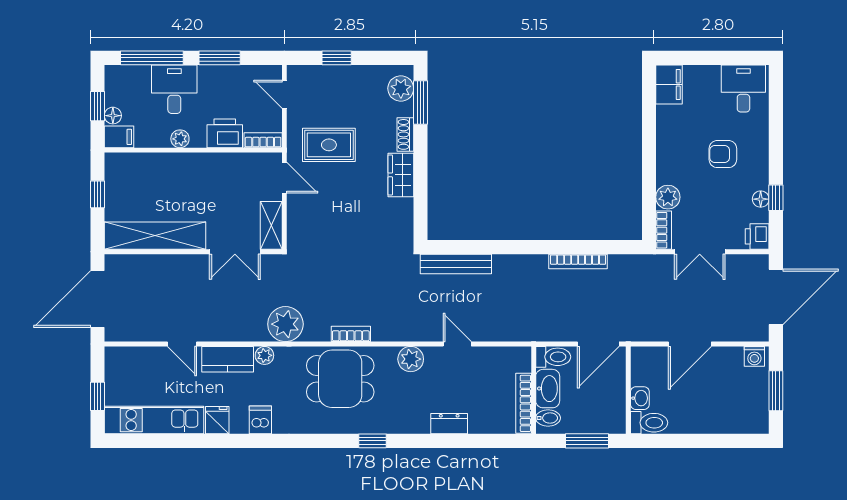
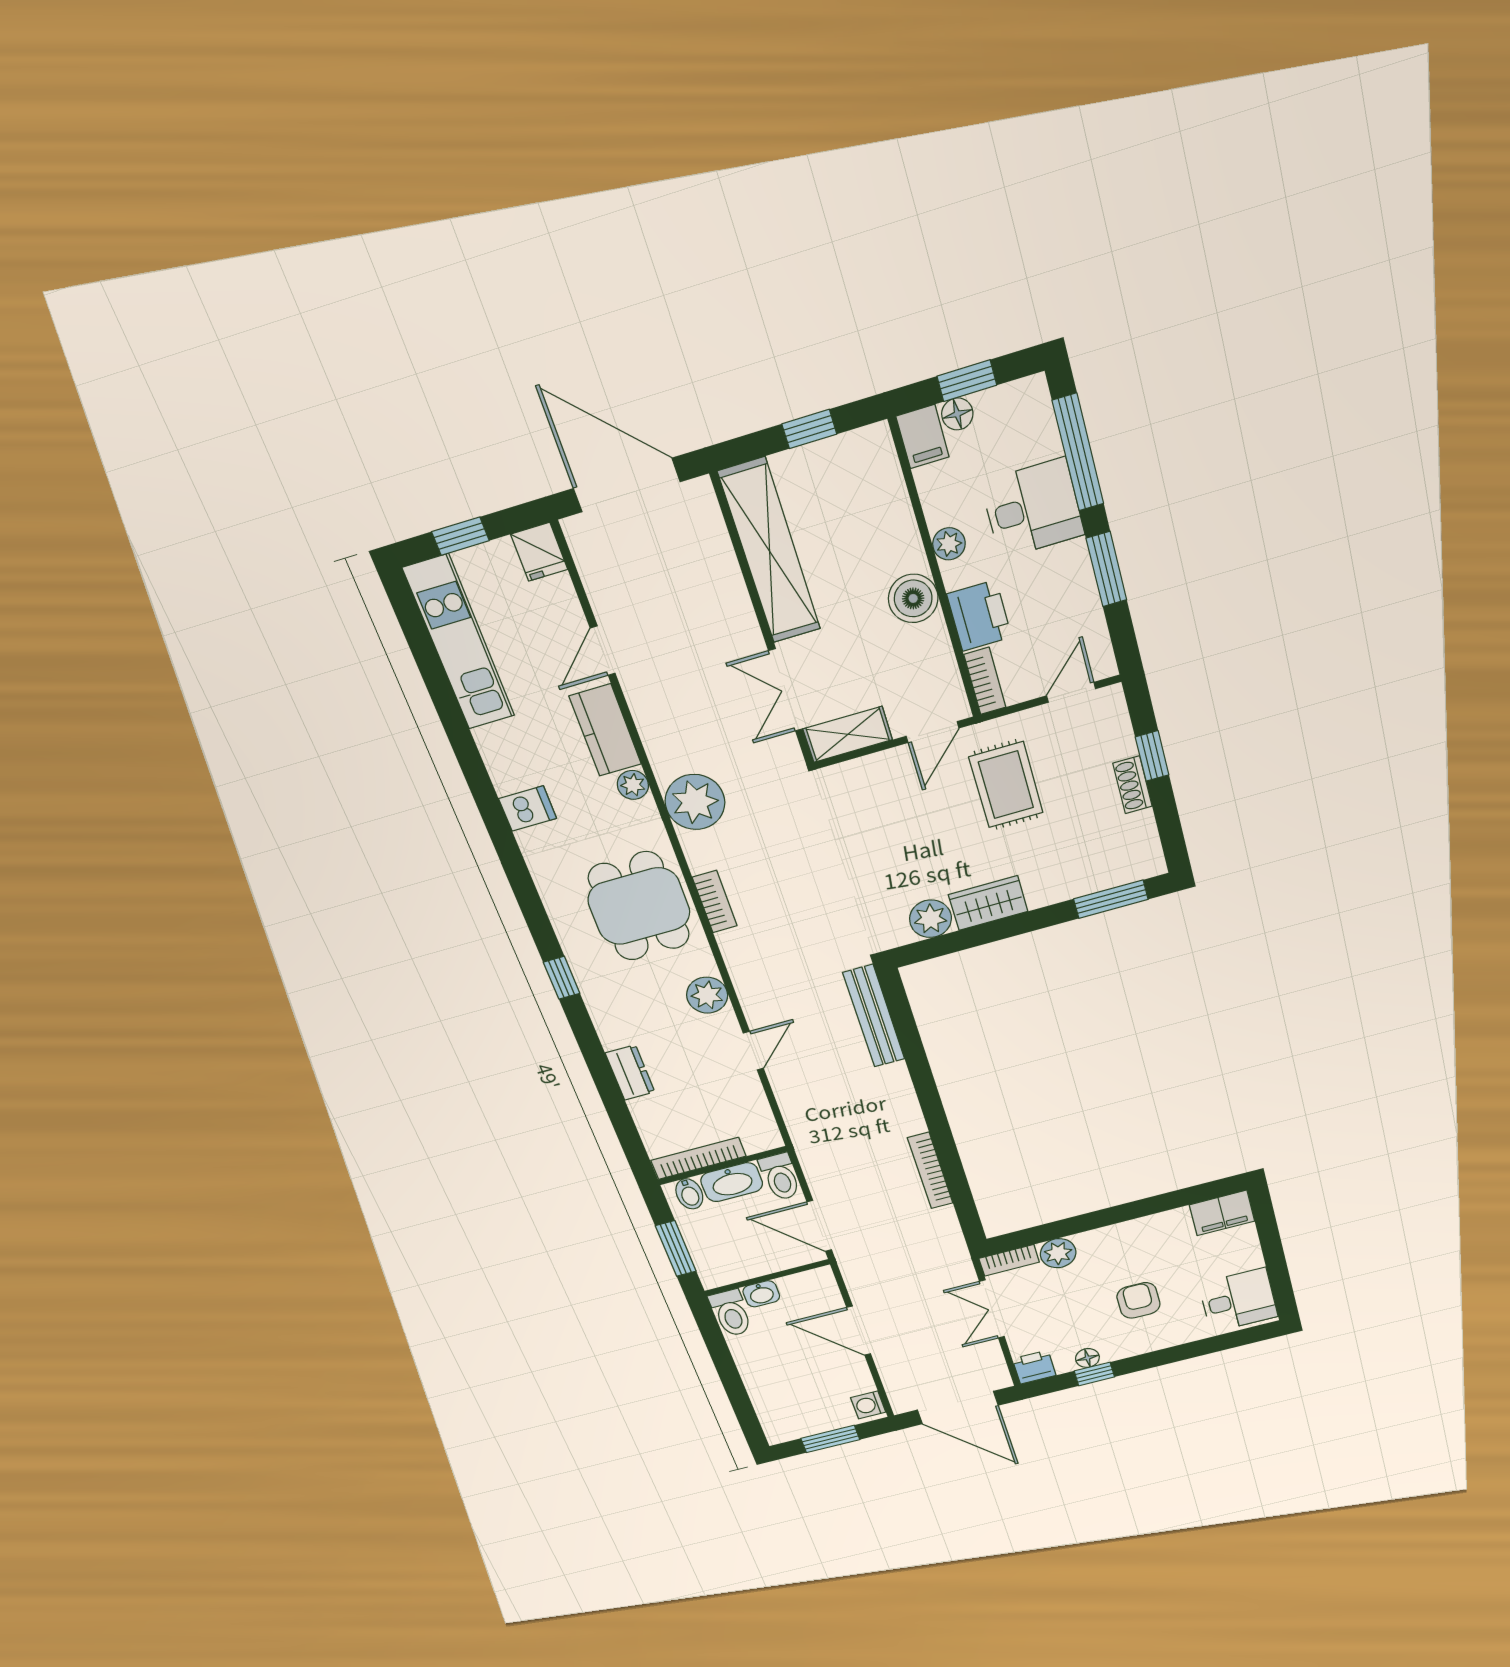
plant: (401, 88) -> (930, 919), moved
shoe rack: (405, 134) -> (1133, 785), moved, turned -90
boiler: (204, 166) -> (913, 598), added
fridge: (217, 420) -> (539, 552), moved, turned 90

